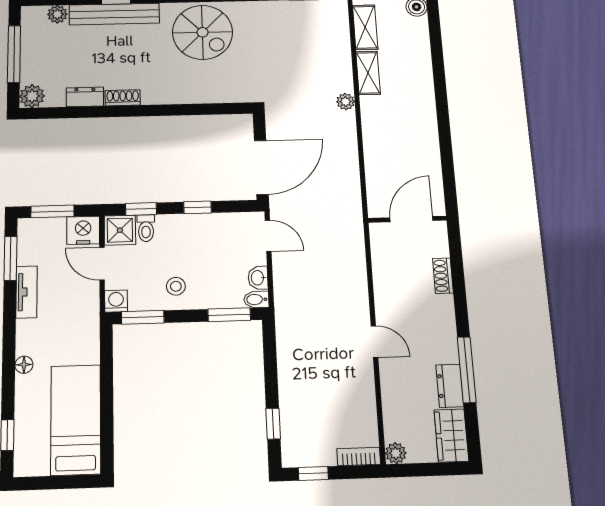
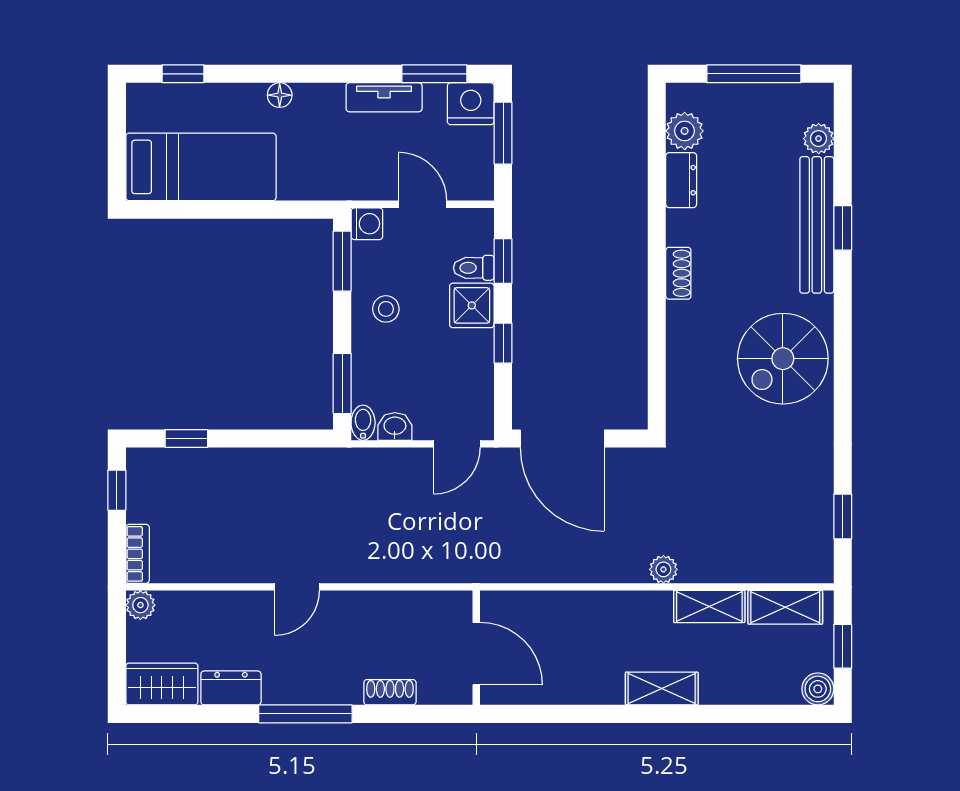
plant: (32, 96) -> (685, 131), moved
shoe rack: (123, 98) -> (678, 273), moved
shelving: (425, 101) -> (662, 688), added
nightstand: (83, 230) -> (471, 104), moved, turned -90
shower: (120, 230) -> (472, 305), moved
door: (102, 264) -> (422, 204), hinge flipped
window: (467, 370) -> (305, 714), moved

